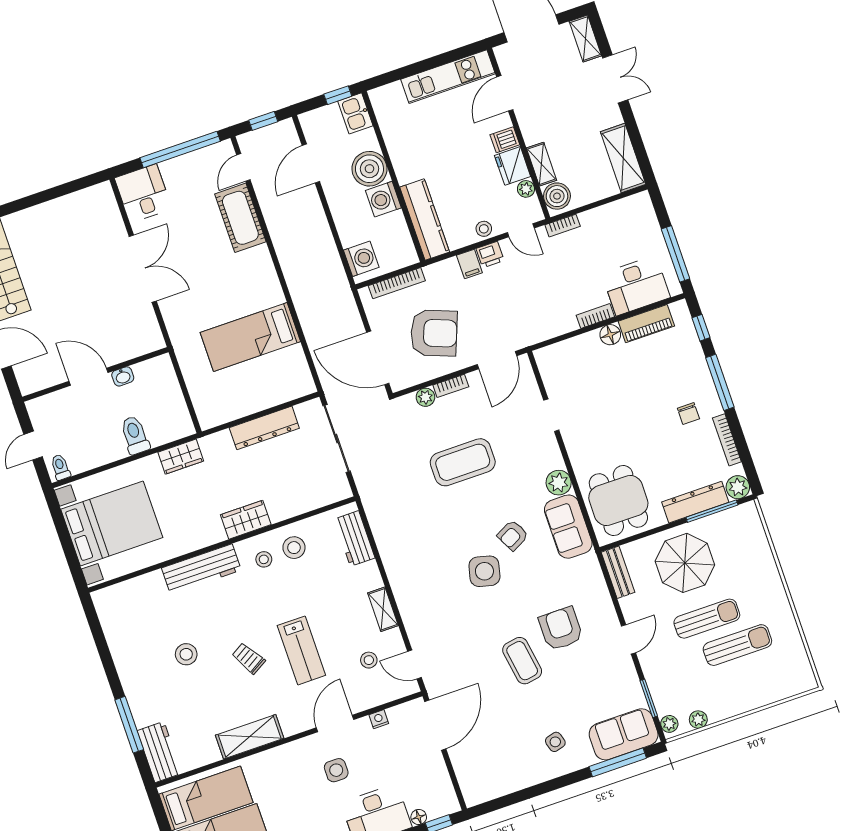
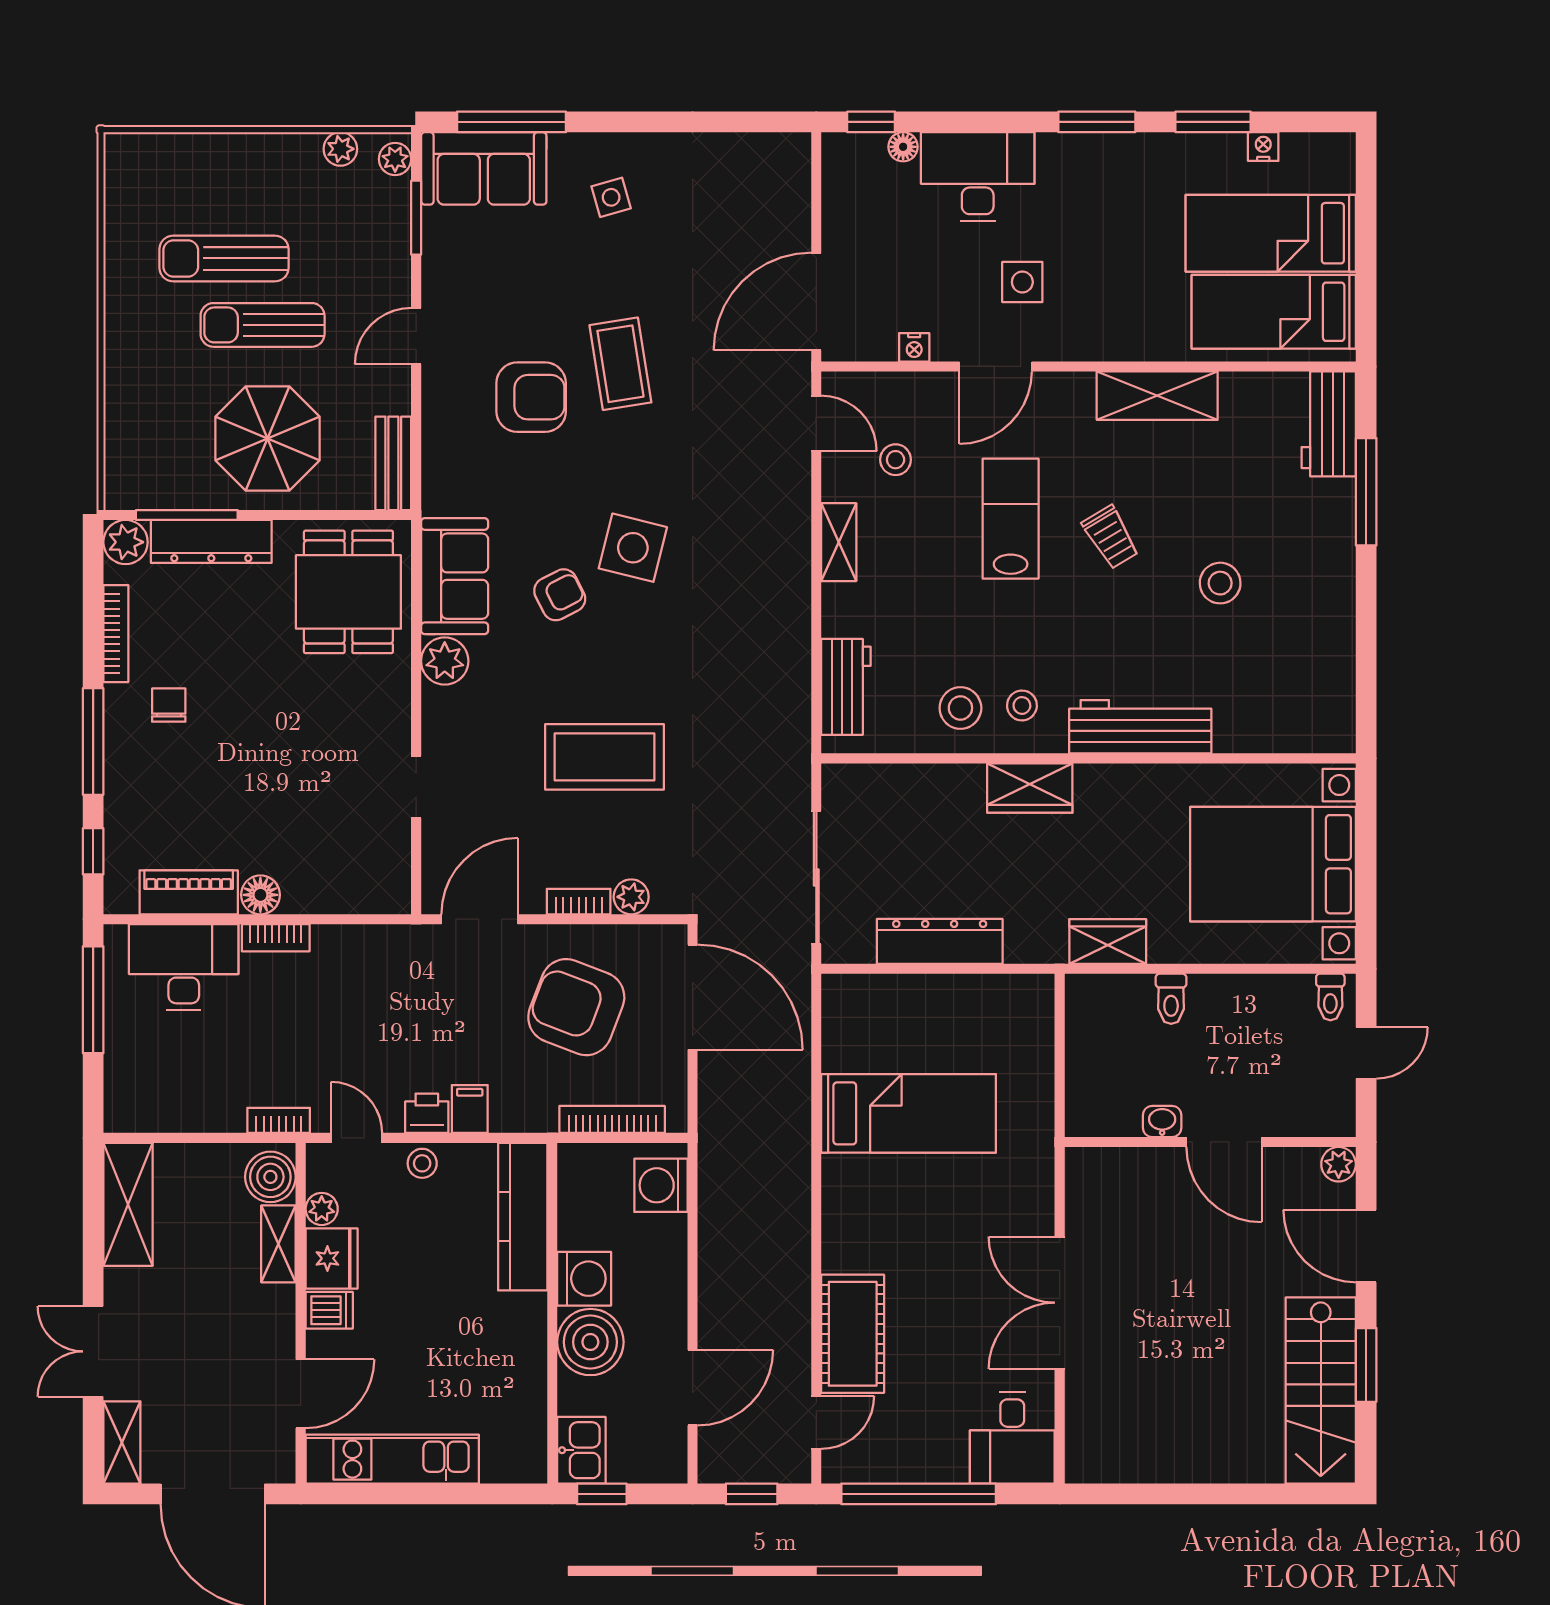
plant: (28, 385) -> (1339, 1164), added
toilet: (135, 435) -> (1171, 999), width x0.73, depth x0.72
armchair: (561, 629) -> (531, 397), turned -90

